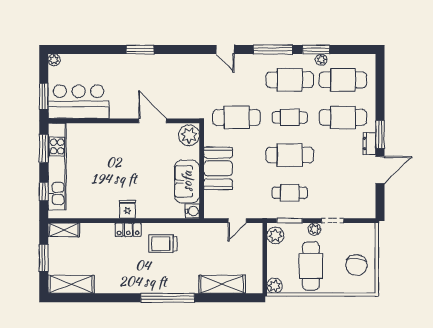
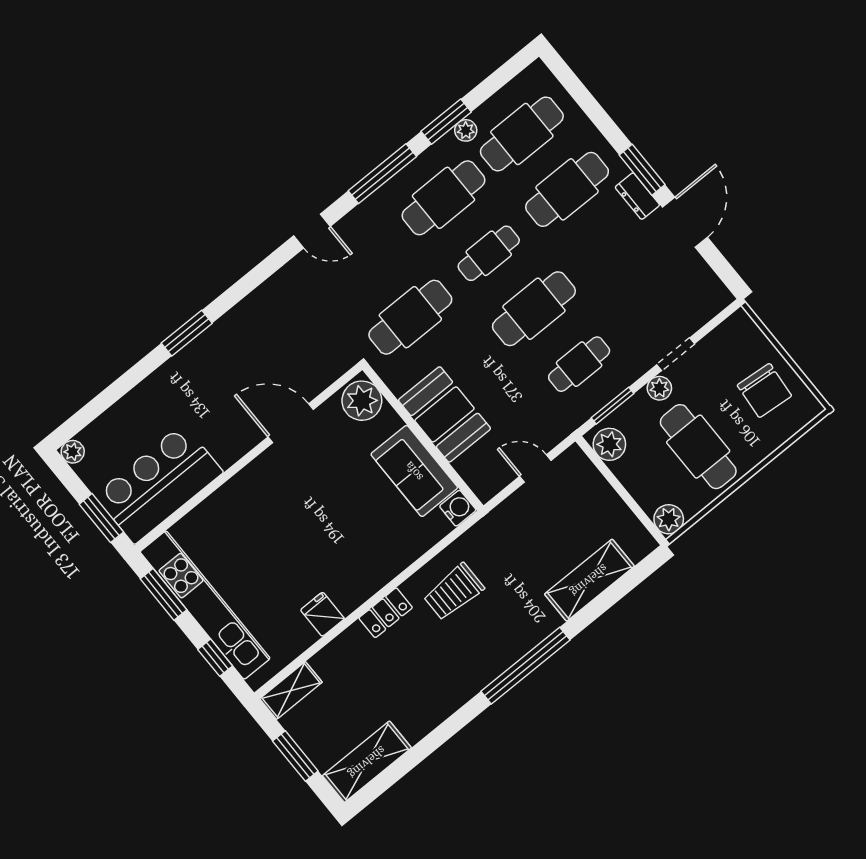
fridge: (127, 209) -> (322, 614), moved
door: (237, 221) -> (535, 468), swing flipped

